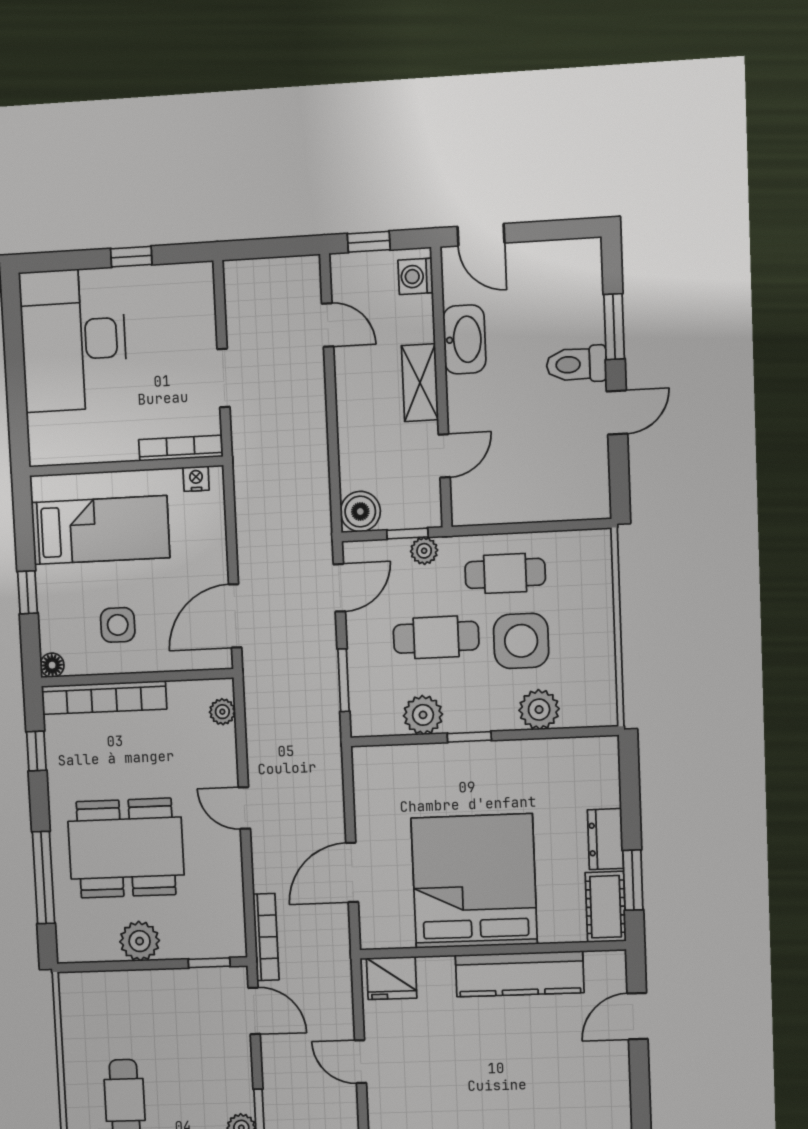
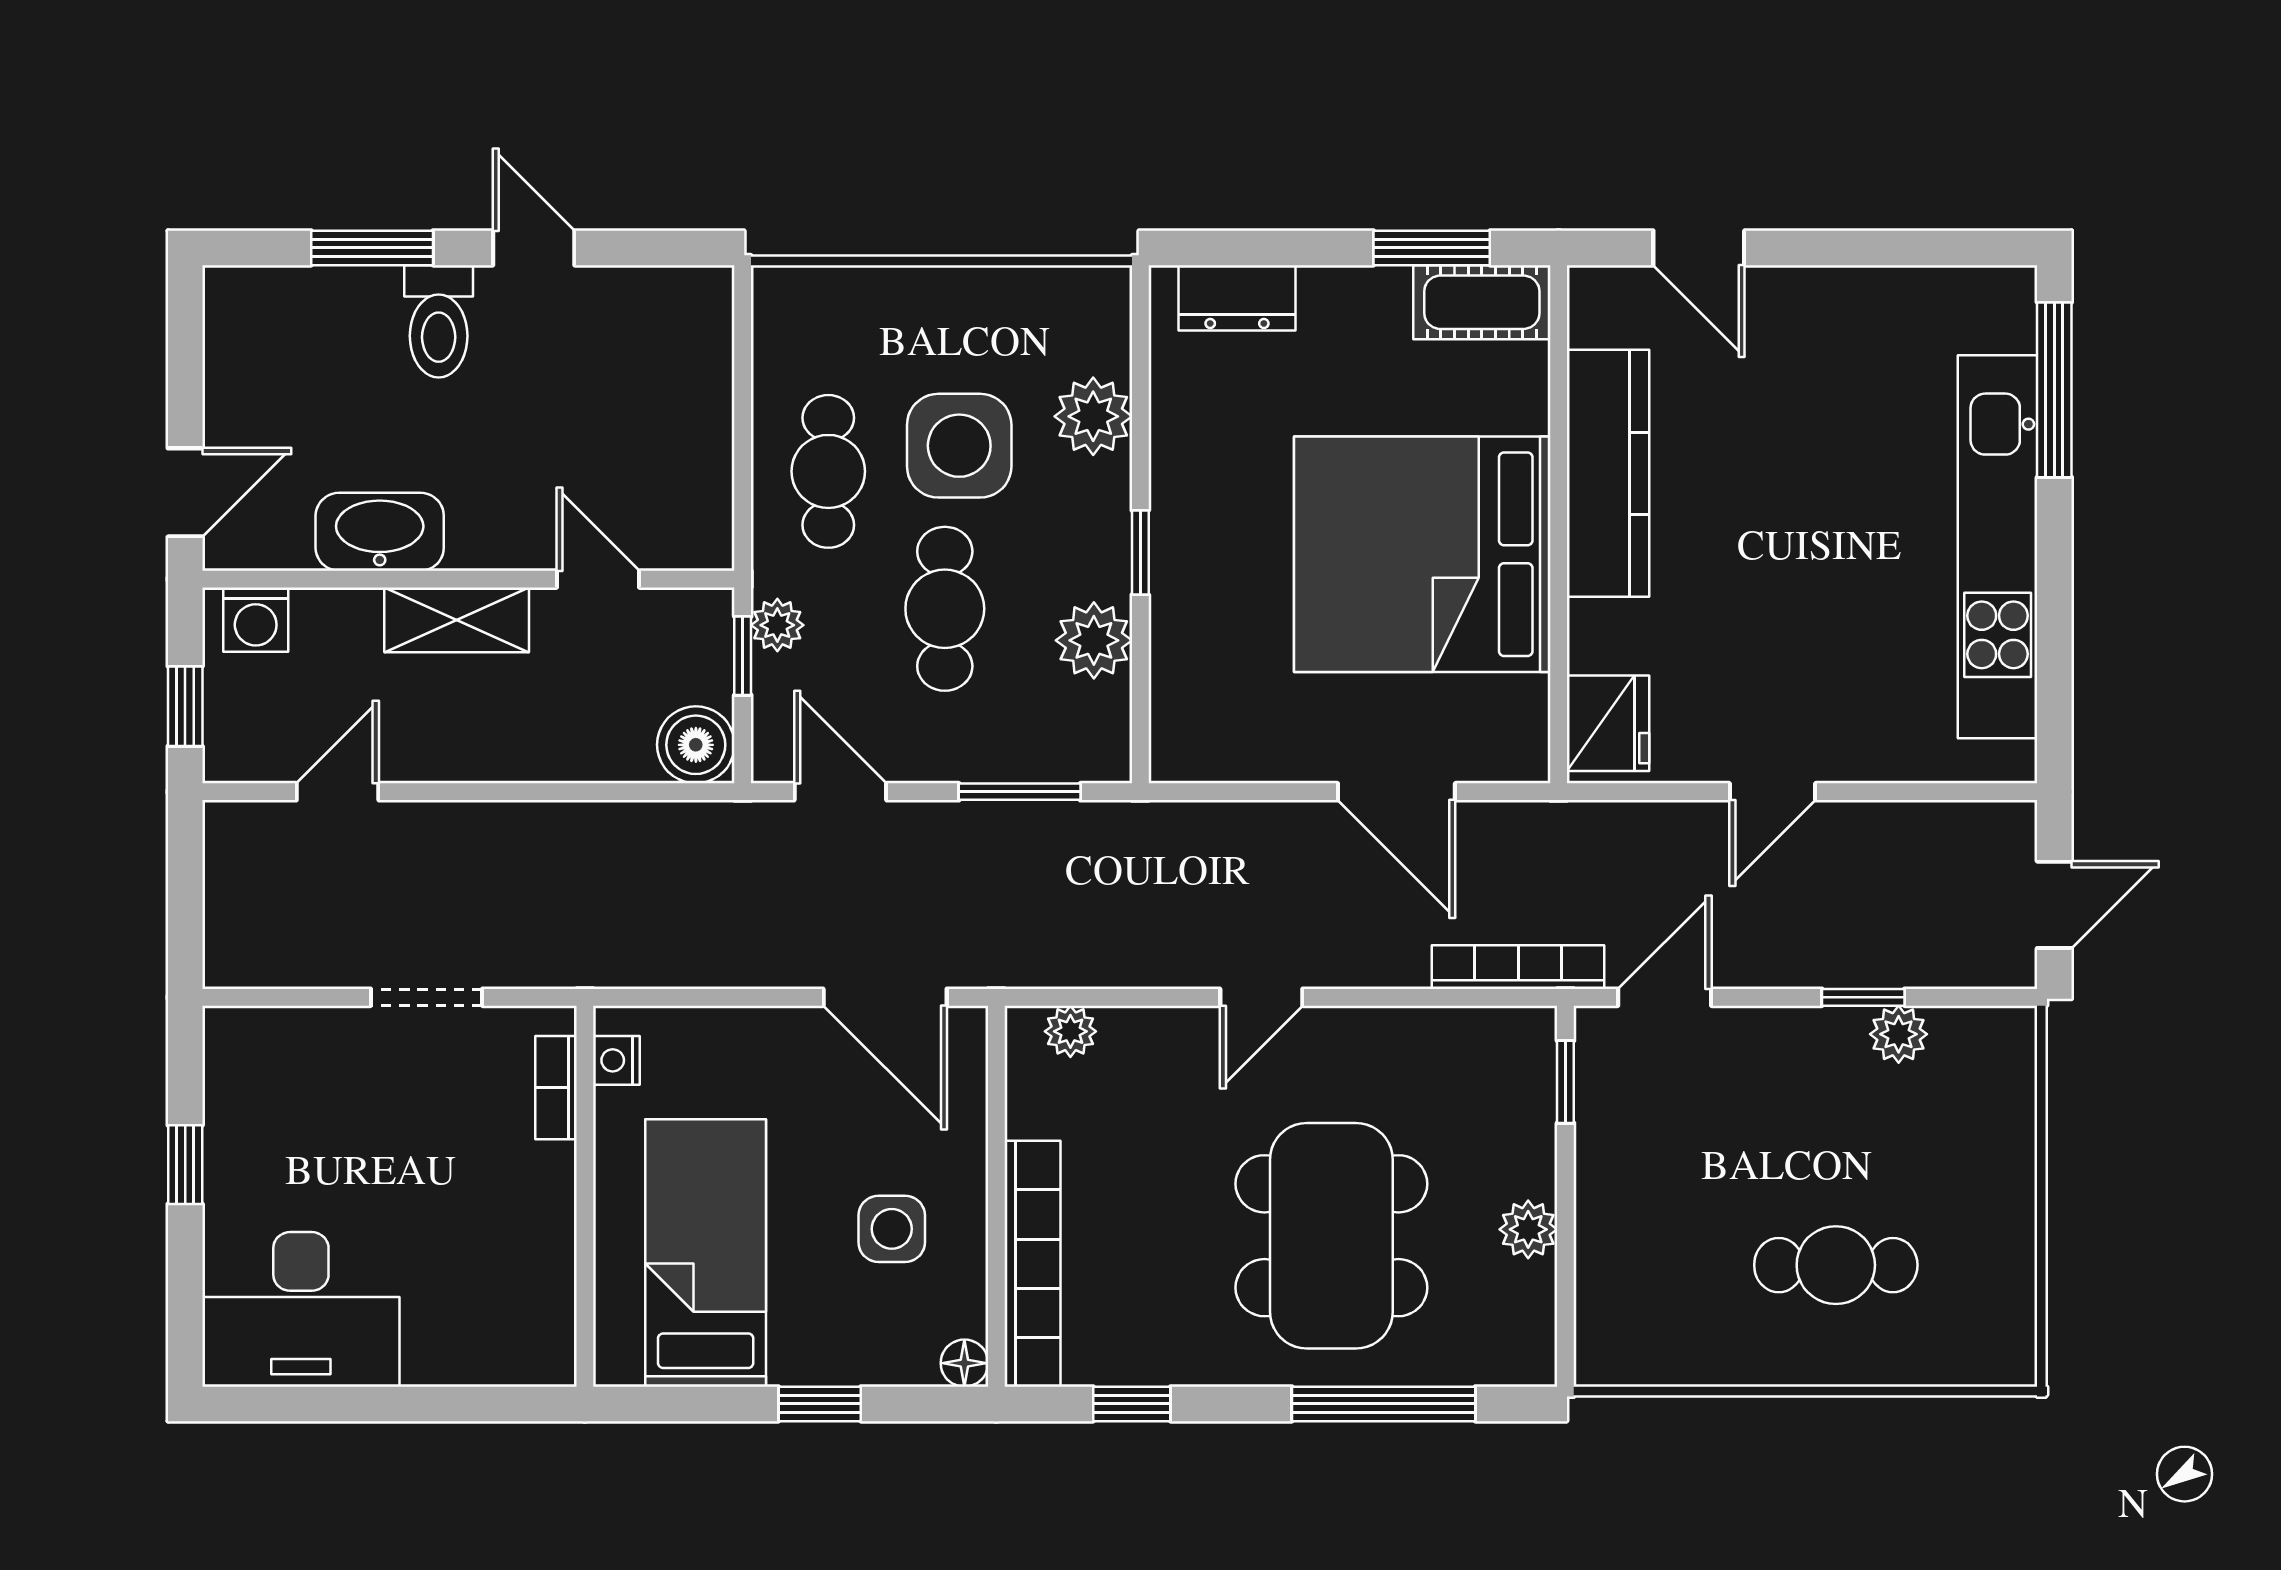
desk: (73, 340) -> (301, 1309), width x0.73, depth x0.77
bookcase: (181, 448) -> (556, 1088), width x0.64
dresser: (605, 839) -> (1237, 298), moved
plant: (140, 941) -> (1528, 1229), width x0.73, depth x0.73

